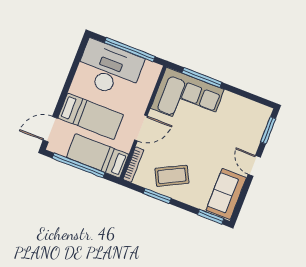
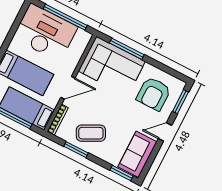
armchair: (237, 125) -> (154, 94), added
door: (254, 166) -> (165, 132), hinge flipped

